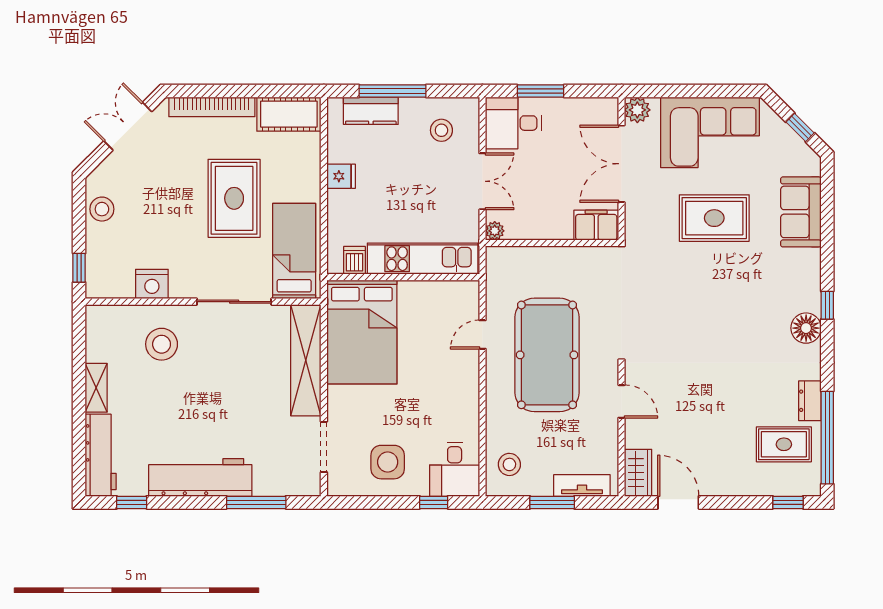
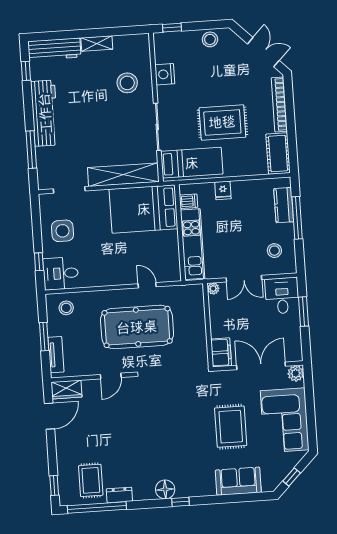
fridge: (341, 176) -> (223, 190), moved

